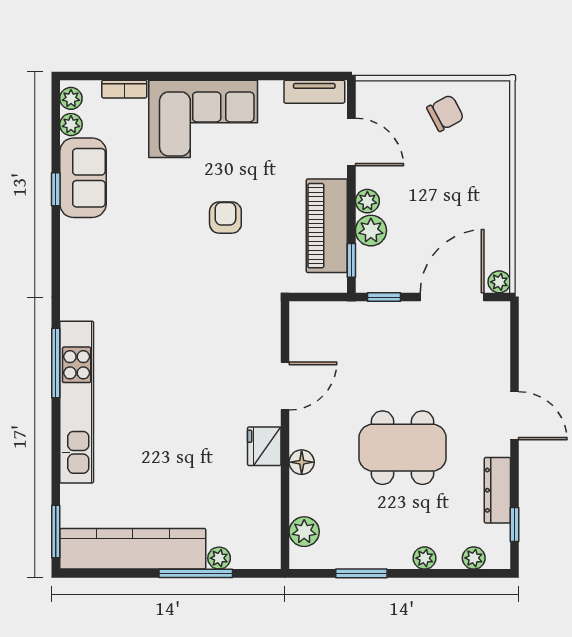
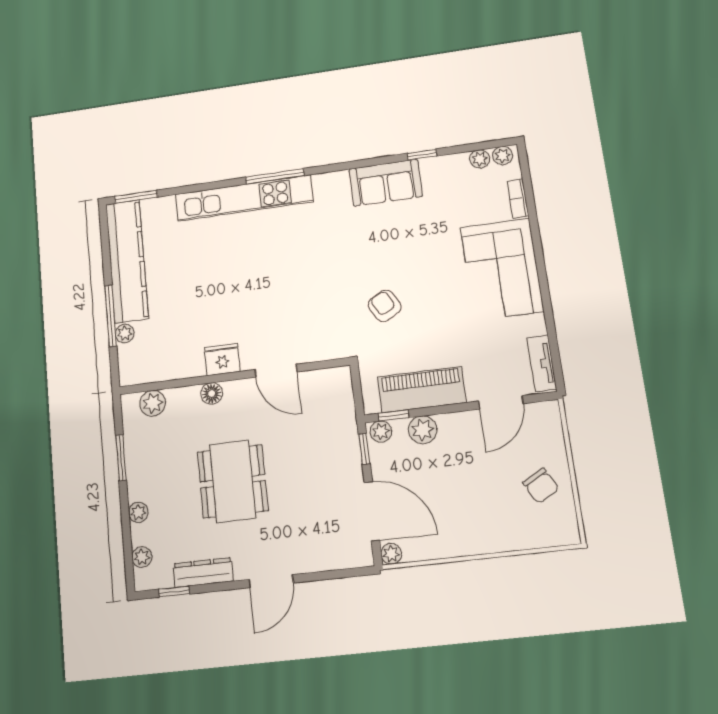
sofa: (83, 178) -> (386, 183), moved
plant: (367, 201) -> (381, 432), moved
armchair: (225, 218) -> (385, 306), moved, turned -119

